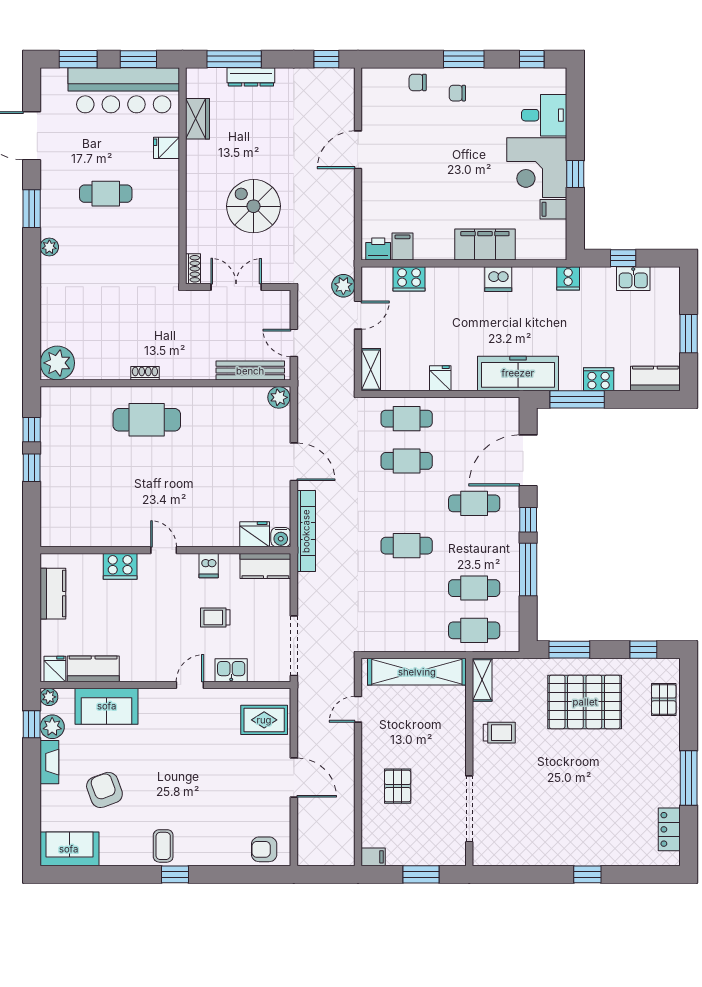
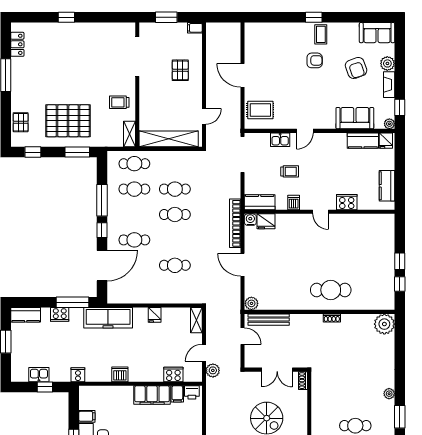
filing cabinet: (485, 245) -> (152, 395), moved
cafe table: (407, 419) -> (175, 189), moved
plant: (52, 727) -> (387, 63), moved
armchair: (264, 849) -> (315, 60), moved

